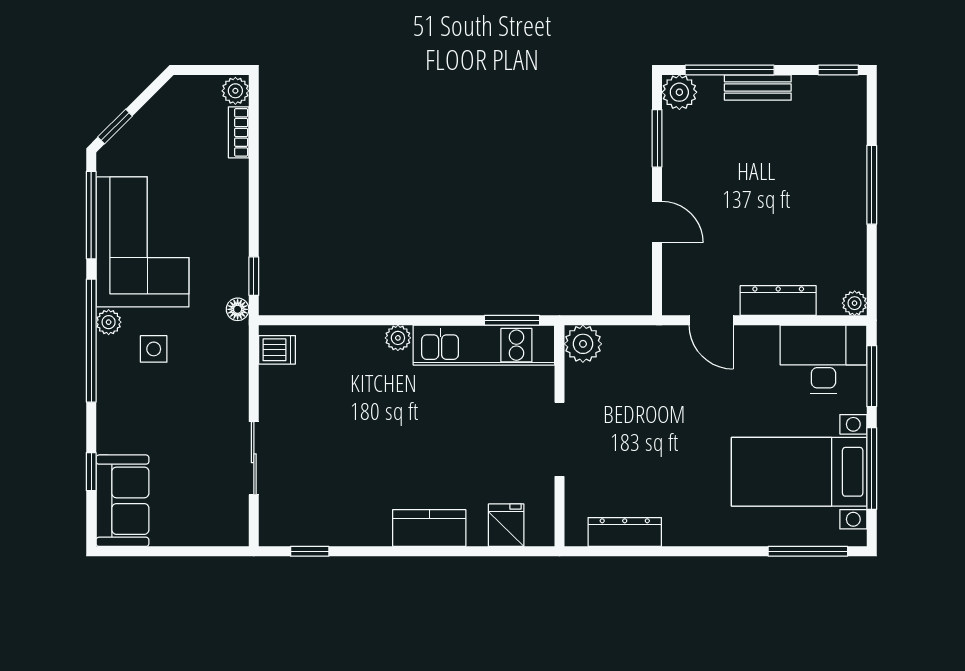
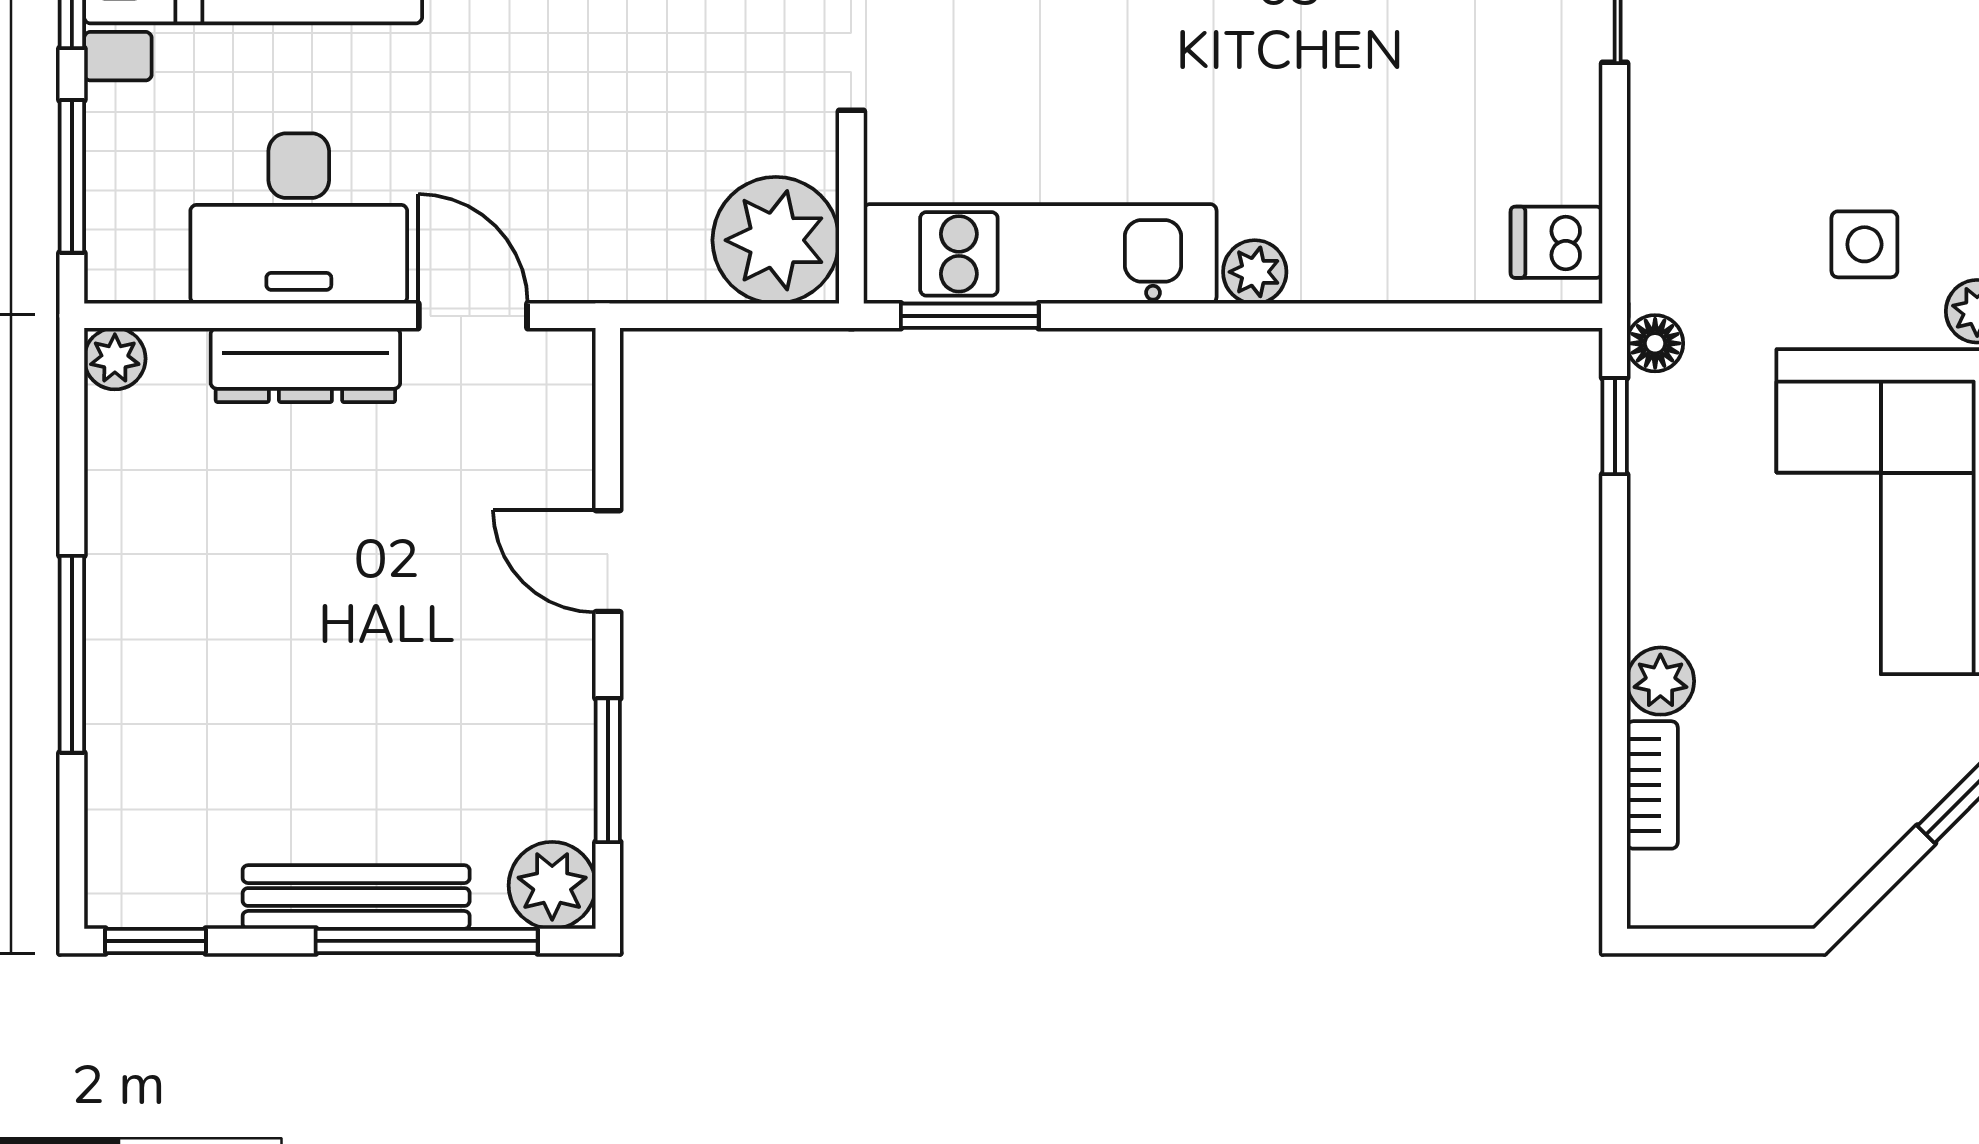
bench: (758, 88) -> (356, 897), width x1.36
plant: (235, 91) -> (1660, 681), moved
plant: (583, 344) -> (776, 240), width x1.36, depth x1.36
desk: (823, 359) -> (299, 218), moved

